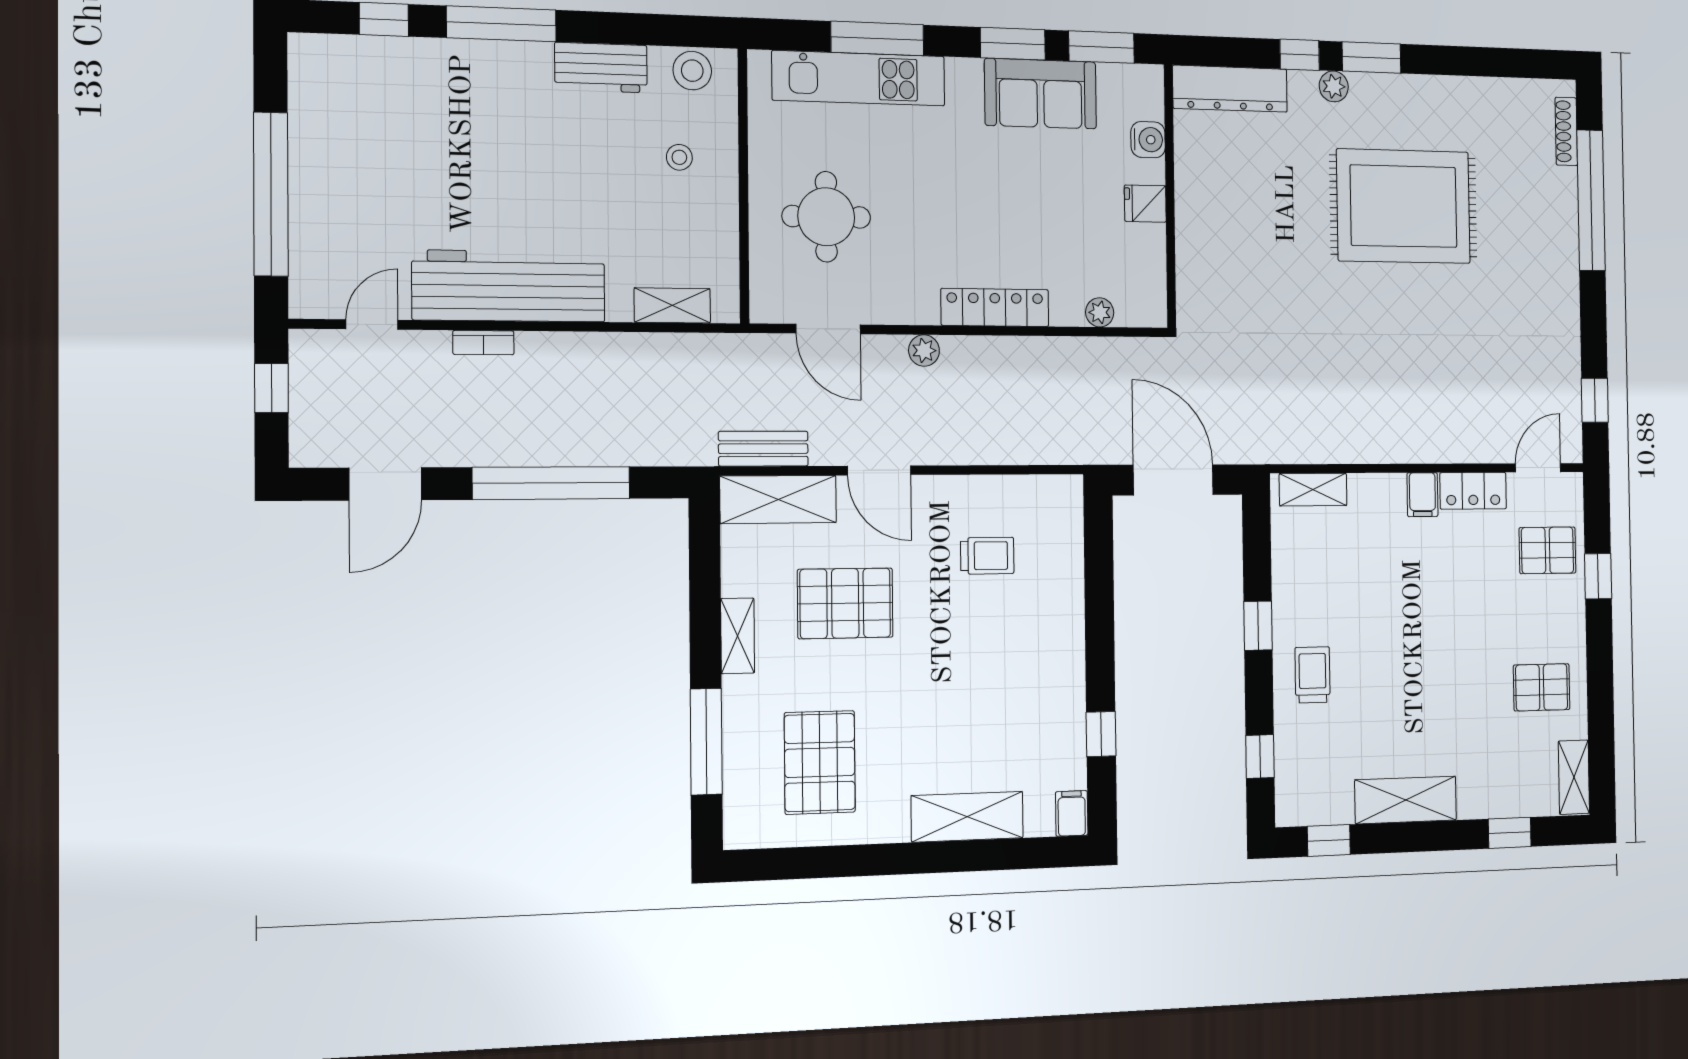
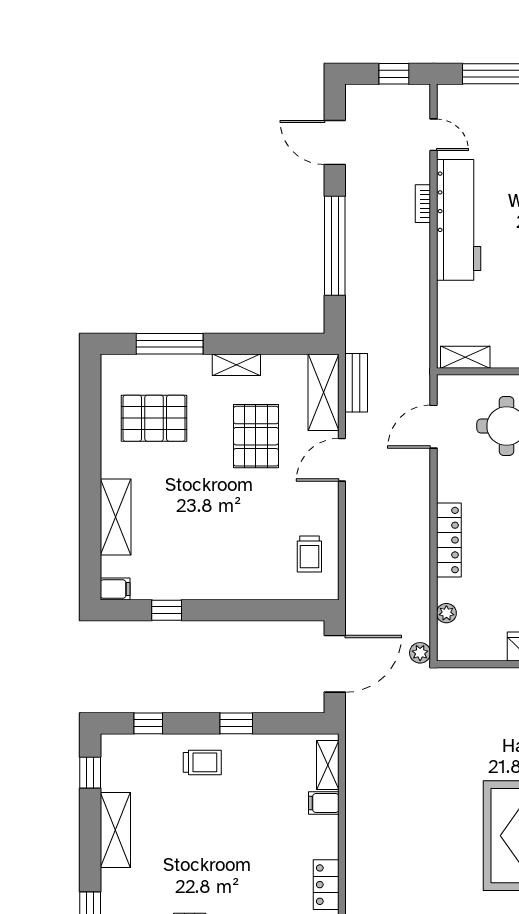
shelving: (672, 305) -> (465, 357), moved, turned 90
plant: (924, 351) -> (420, 653), moved
filing cabinet: (1422, 495) -> (324, 803), moved
trolley: (987, 556) -> (309, 554), moved

